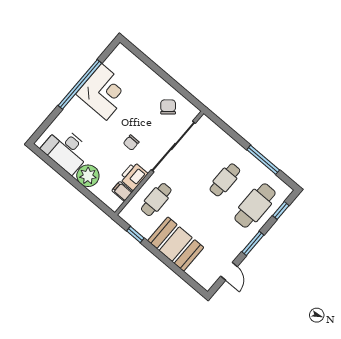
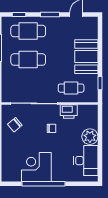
cafe table: (225, 180) -> (28, 60), width x1.37, depth x1.35
filing cabinet: (122, 191) -> (83, 111), removed

